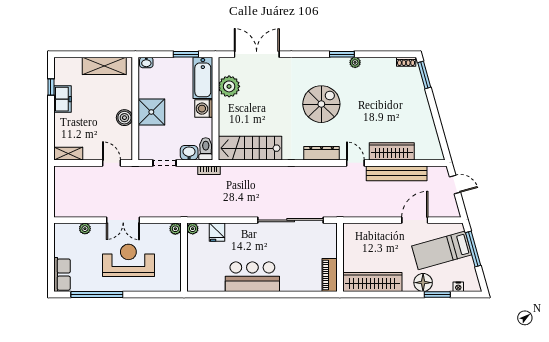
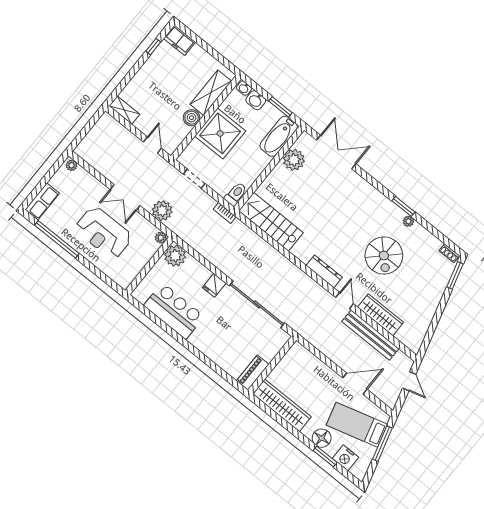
shelving: (104, 66) -> (211, 93), moved, turned 90
freezer: (62, 99) -> (180, 40), moved, turned 90
spiral stairs: (321, 104) -> (384, 256), moved, turned 90
washing machine: (204, 109) -> (260, 161), removed
shower: (151, 112) -> (220, 133), width x1.37, depth x1.37
washbasin: (189, 153) -> (256, 100), moved, turned 180
plant: (160, 207) -> (162, 211), added
plant: (85, 229) -> (72, 165), moved
plant: (193, 229) -> (175, 256), width x1.88, depth x1.88
fridge: (217, 232) -> (214, 285), moved
reception desk: (128, 260) -> (104, 233), turned 180
bar counter: (252, 277) -> (174, 311), moved
nightstand: (458, 287) -> (345, 458), width x1.89, depth x1.79

